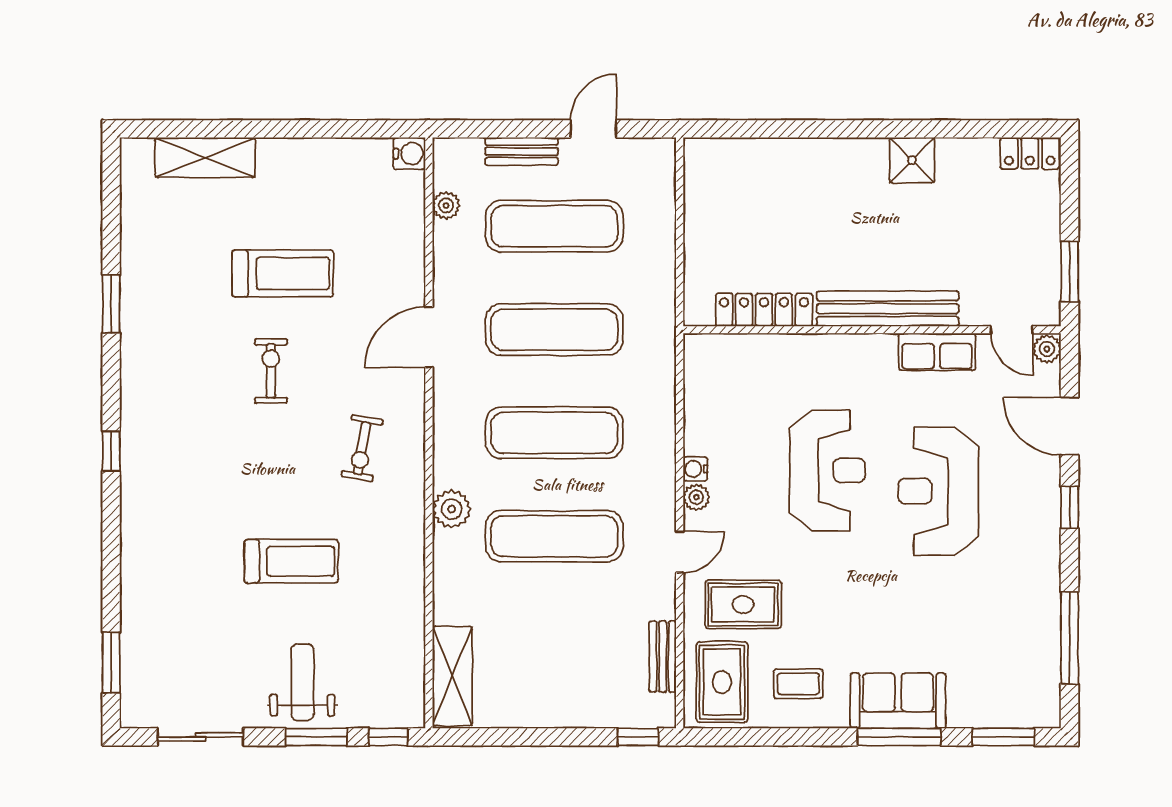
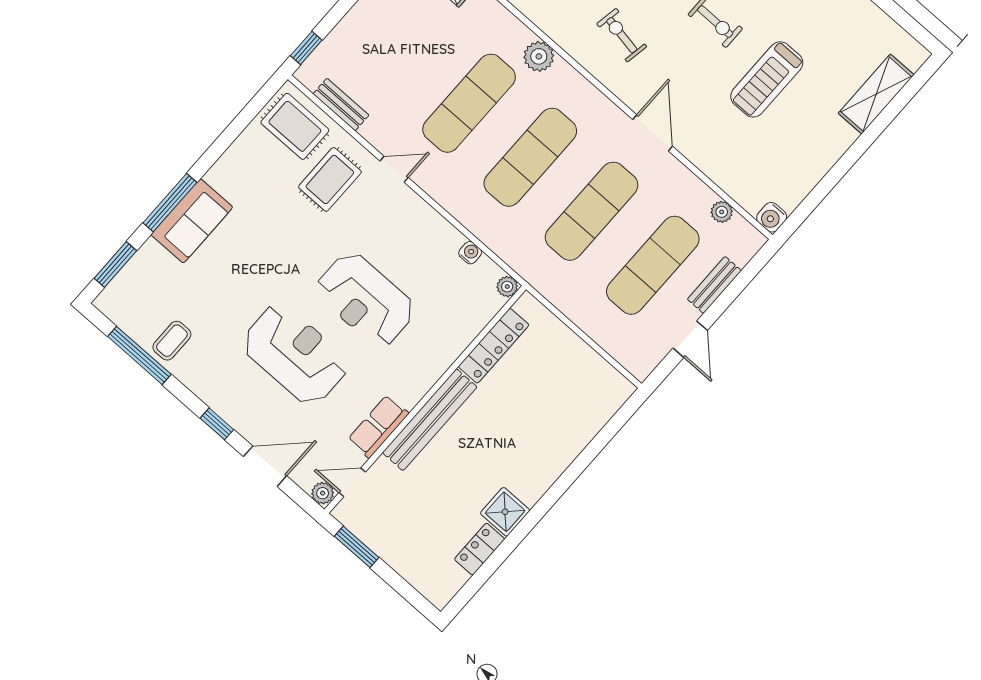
locker: (1030, 153) -> (480, 549), moved
water cooler: (695, 469) -> (470, 253), moved
plant: (696, 497) -> (507, 287), moved
door: (680, 552) -> (394, 169), swing flipped
coffee table: (798, 684) -> (172, 341), moved

